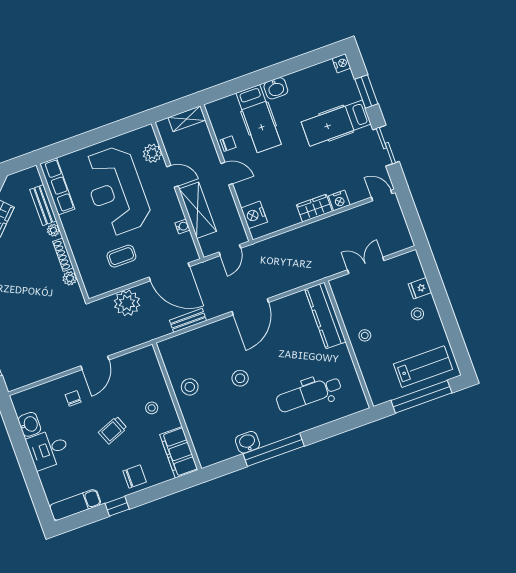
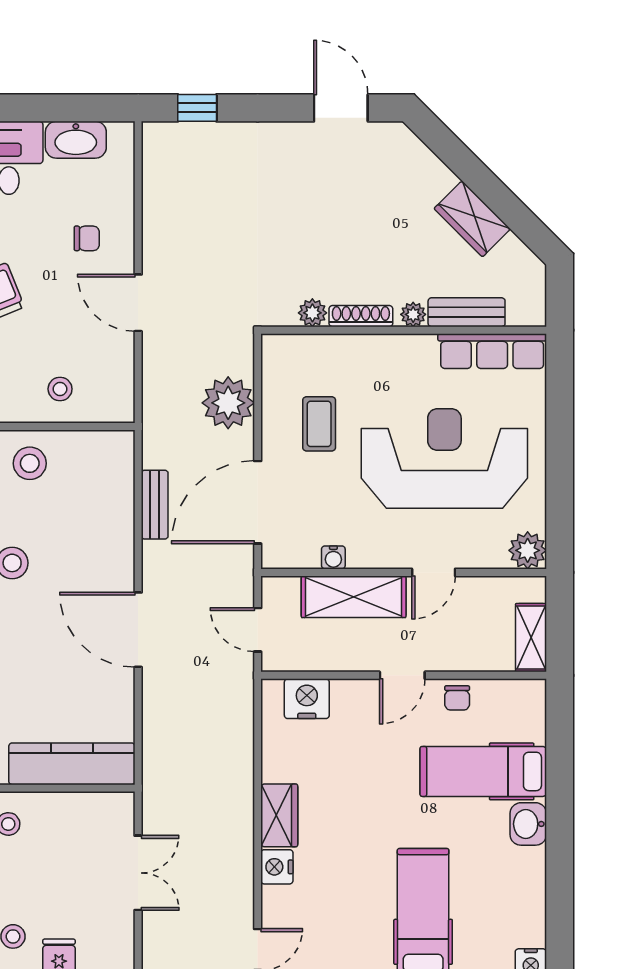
plant: (152, 153) -> (528, 550), moved
stool: (152, 408) -> (60, 389), moved
washbasin: (29, 424) -> (76, 140), width x1.38

